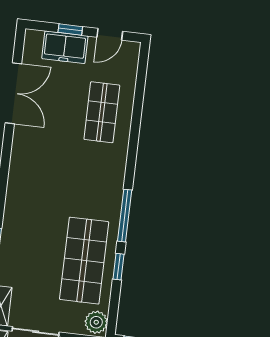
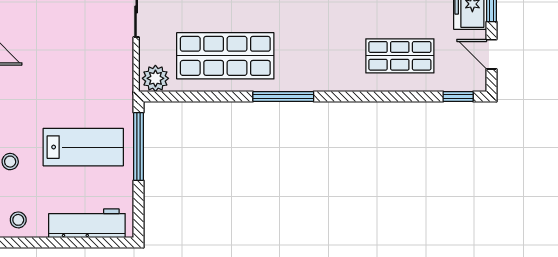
window: (118, 267) -> (458, 97), moved

